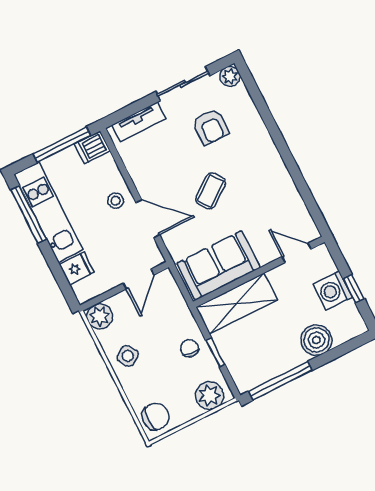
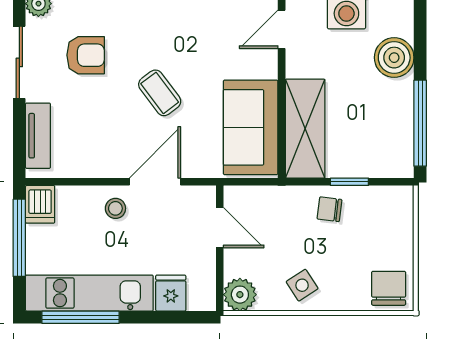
plant: (210, 396) -> (396, 214), removed

